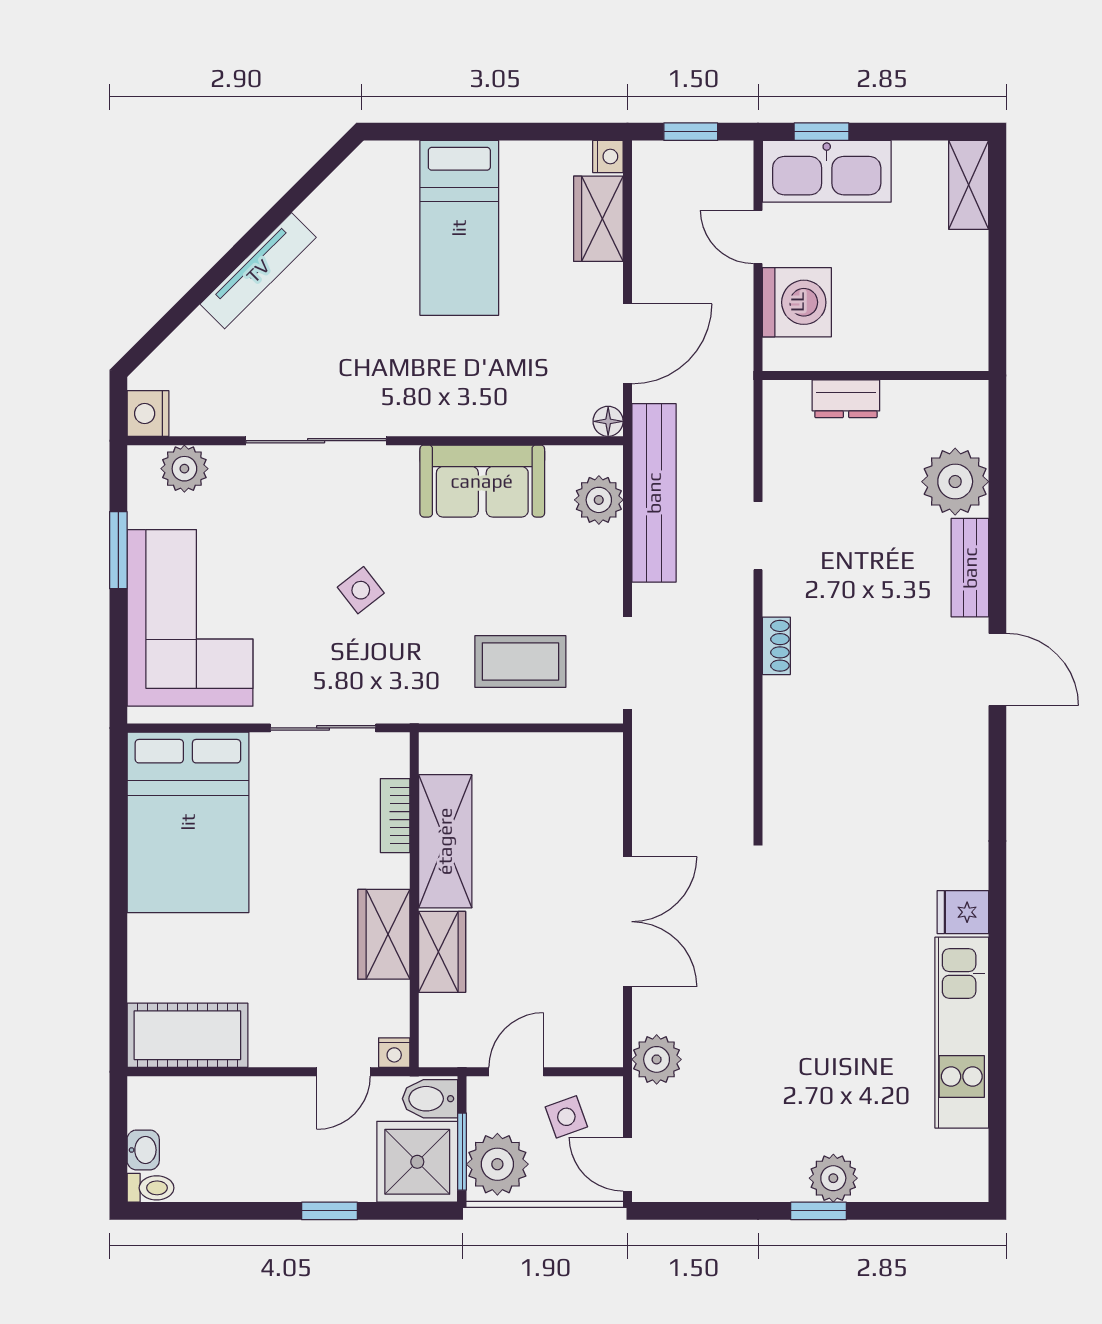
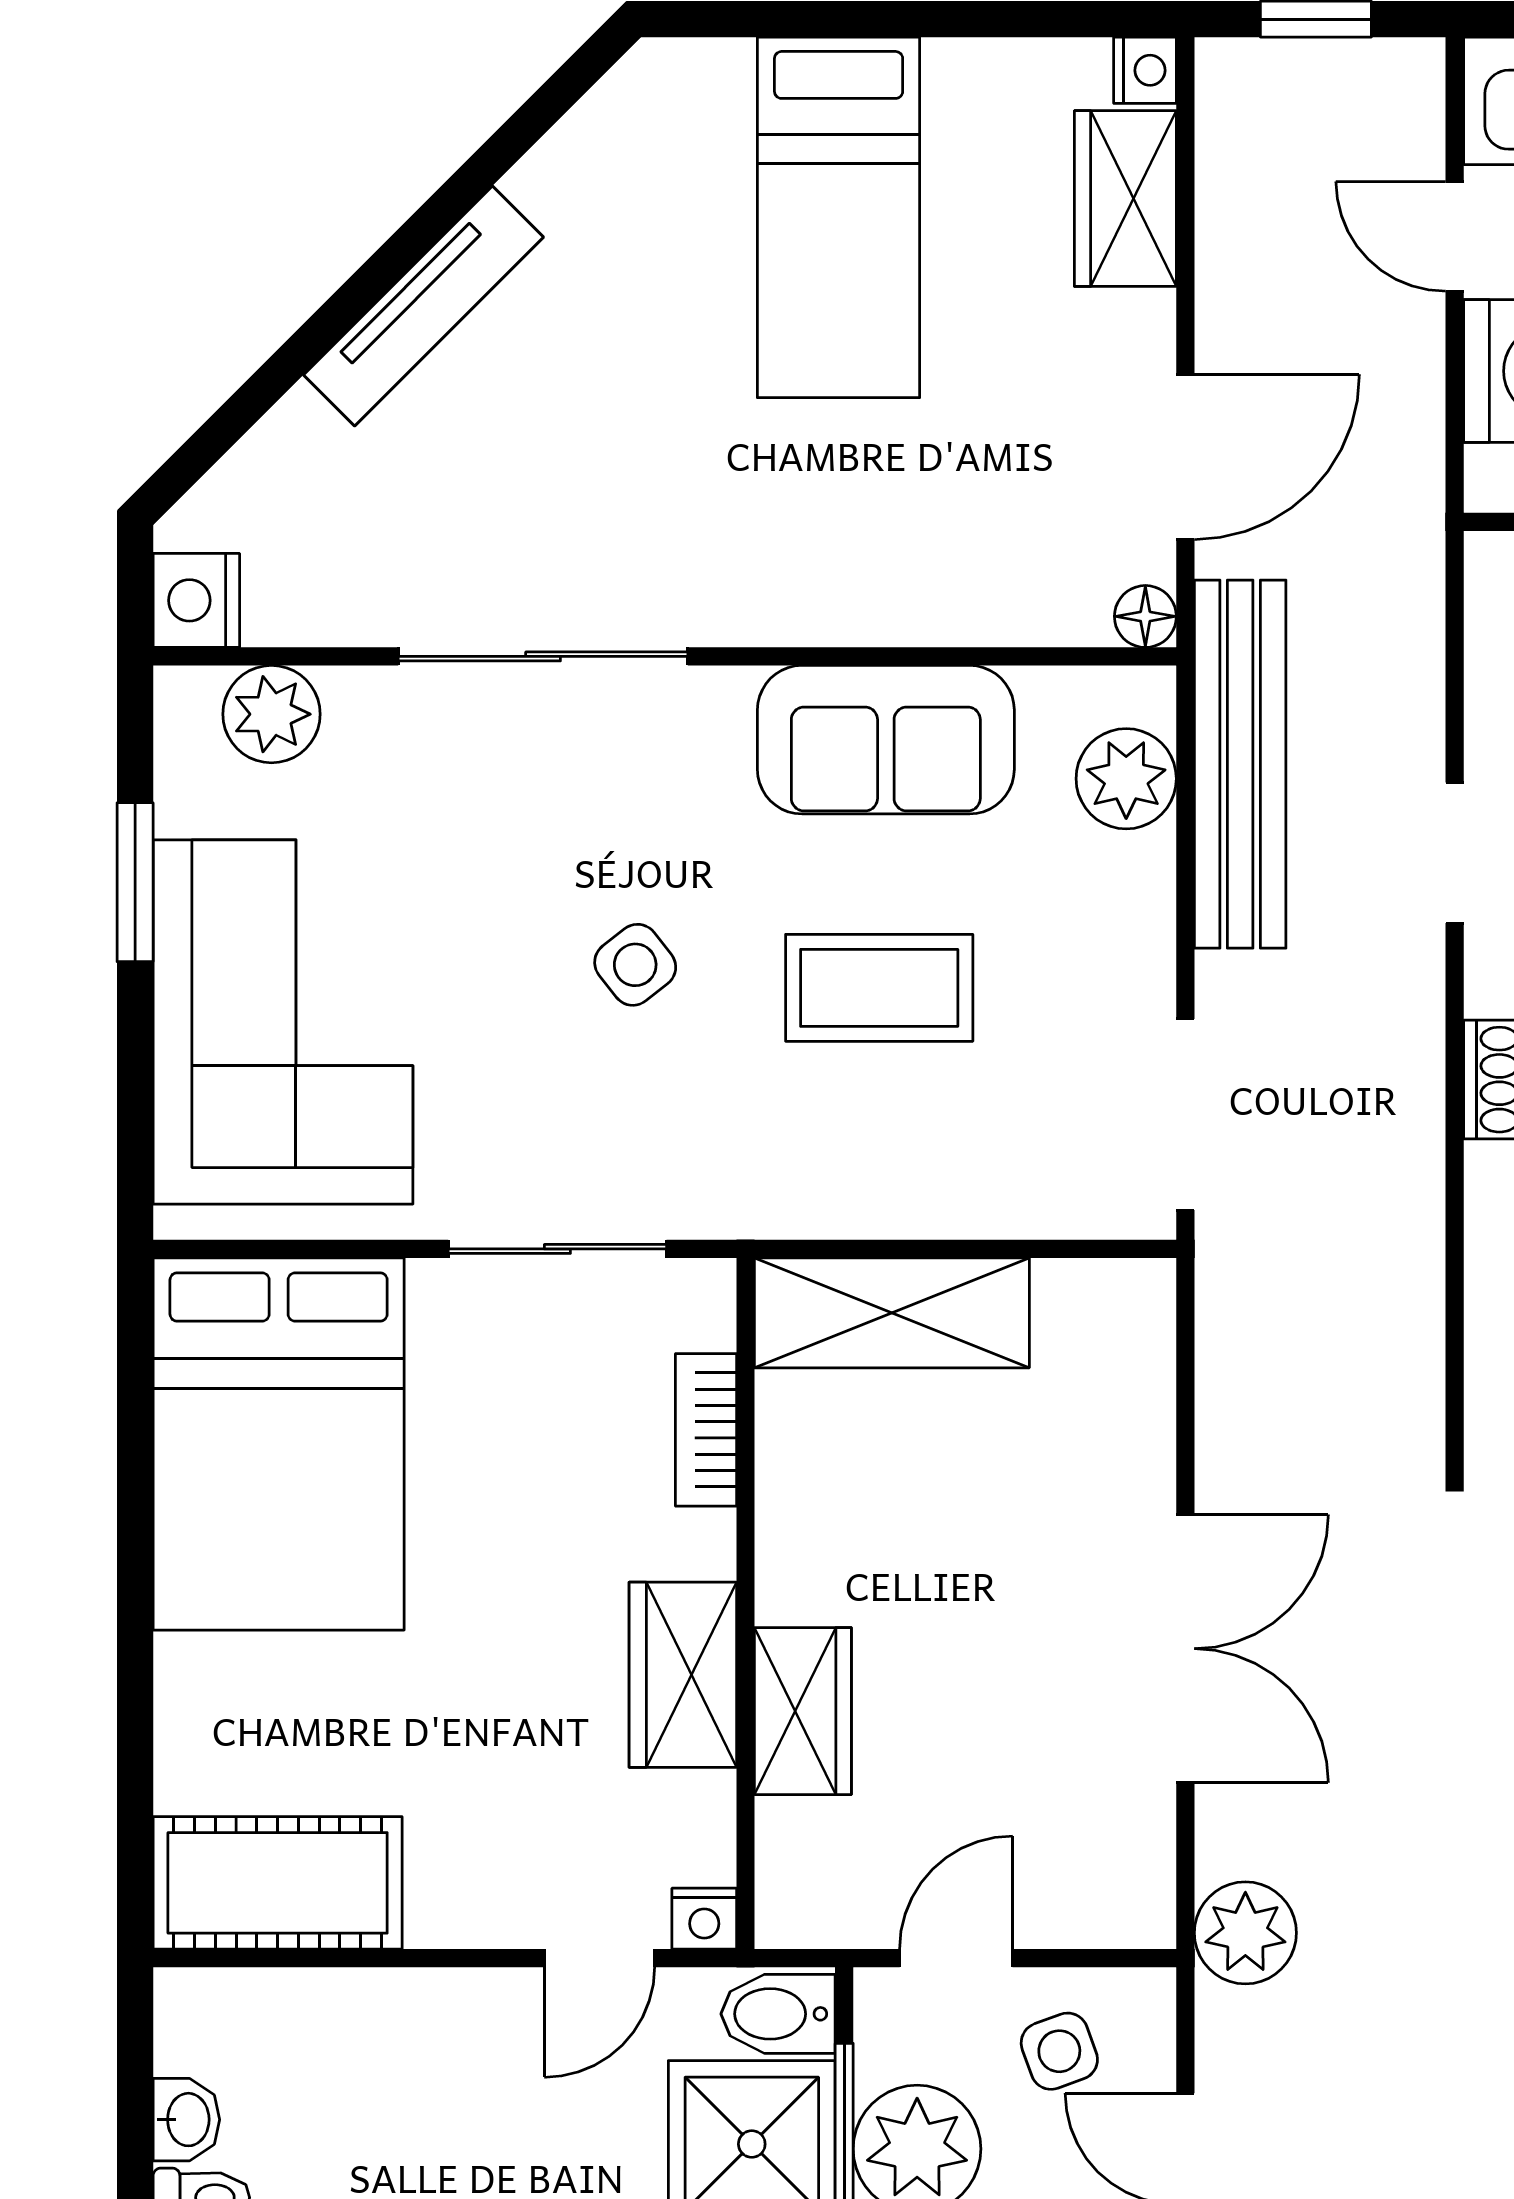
coffee table: (520, 661) -> (879, 988), moved
shelving: (445, 841) -> (892, 1313), moved, turned 90

